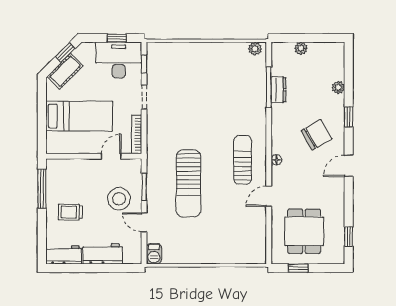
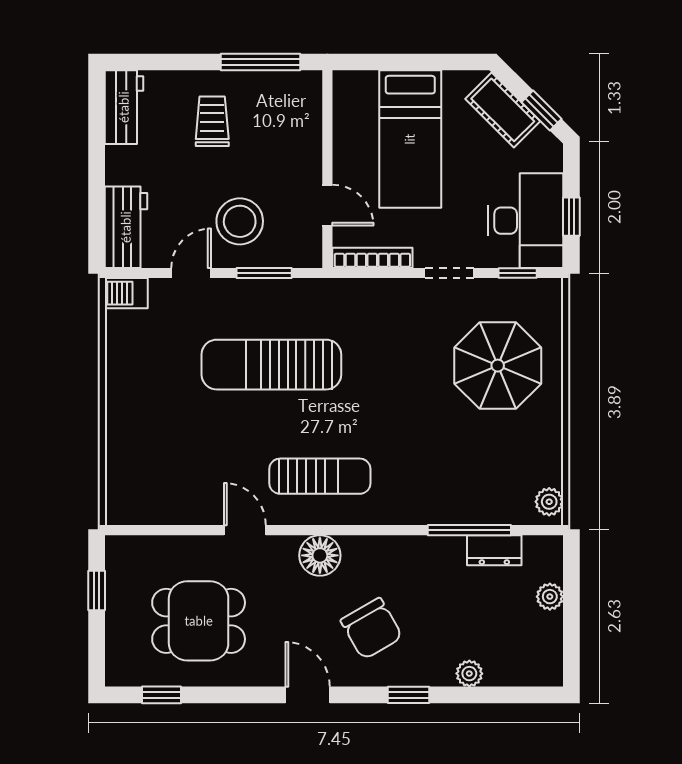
parasol: (189, 74) -> (498, 366), added
dresser: (279, 90) -> (494, 550), moved
floor lamp: (276, 160) -> (320, 555), width x1.89, depth x1.89
dining table: (304, 231) -> (199, 621), moved
workbench: (103, 254) -> (126, 227), moved

